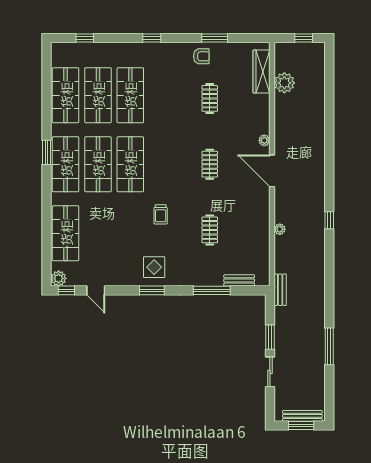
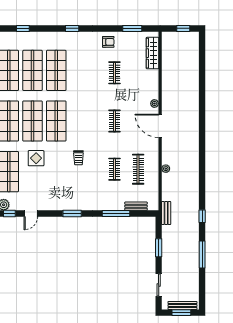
window: (215, 38) -> (132, 28), moved
plant: (284, 83) -> (169, 61), removed
window: (329, 220) -> (202, 216), moved
clothes rail: (242, 230) -> (138, 169), added
display table: (154, 267) -> (36, 158), moved
door: (96, 290) -> (31, 213), hinge flipped
sliding door: (270, 372) -> (159, 285), moved

